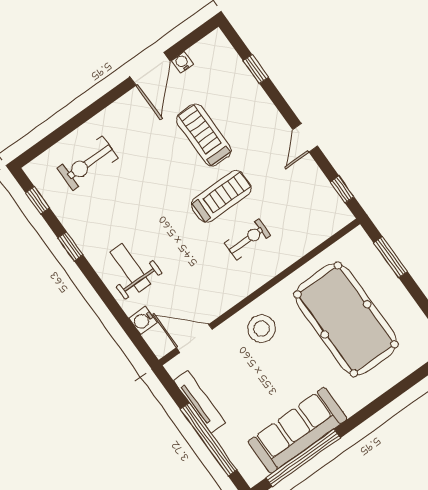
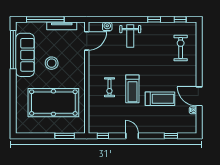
weight bench: (130, 268) -> (130, 36), turned 90
stool: (261, 329) -> (52, 63), moved

